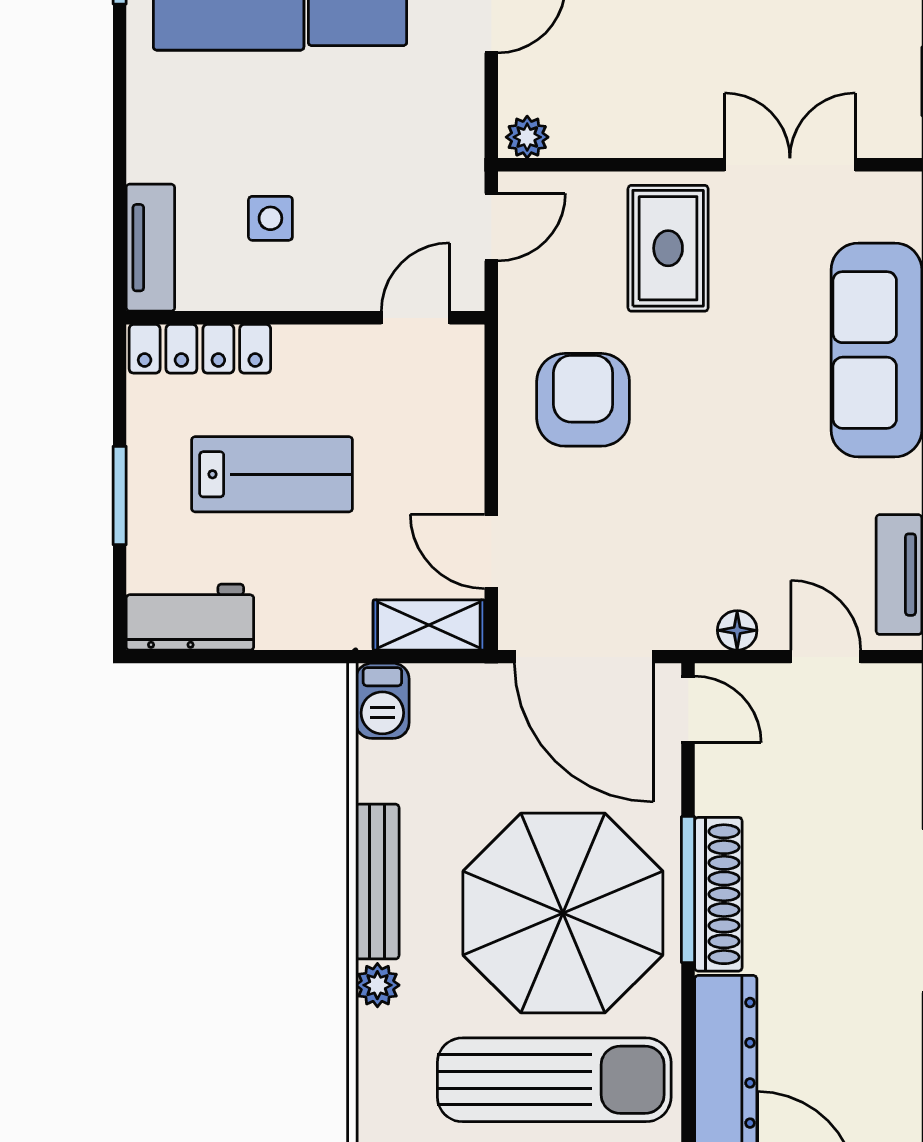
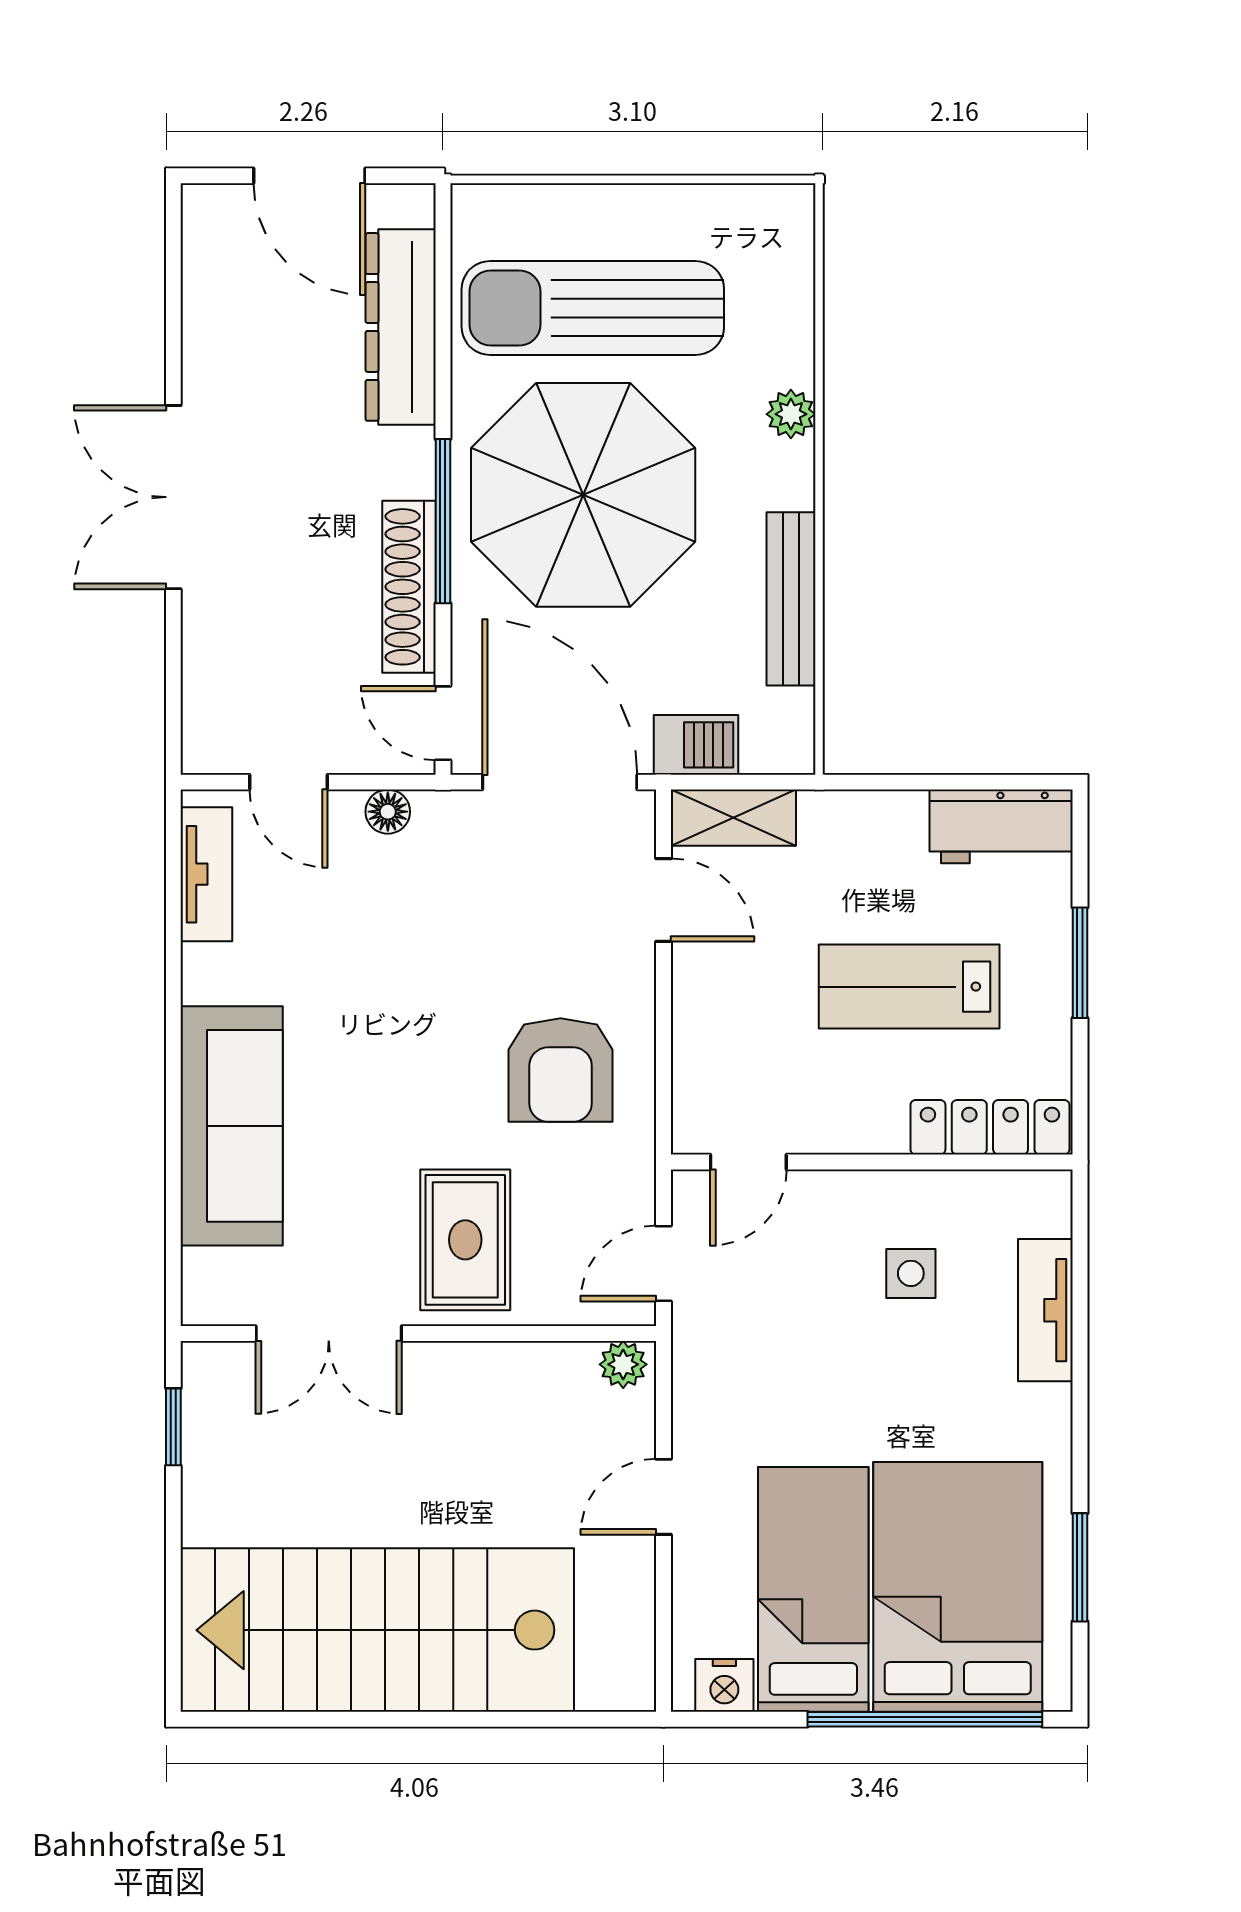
tv unit: (150, 248) -> (1045, 1310), moved
barbecue: (382, 701) -> (696, 745), moved, turned 90
bench: (377, 882) -> (791, 599), moved
shoe rack: (718, 894) -> (409, 587), moved

